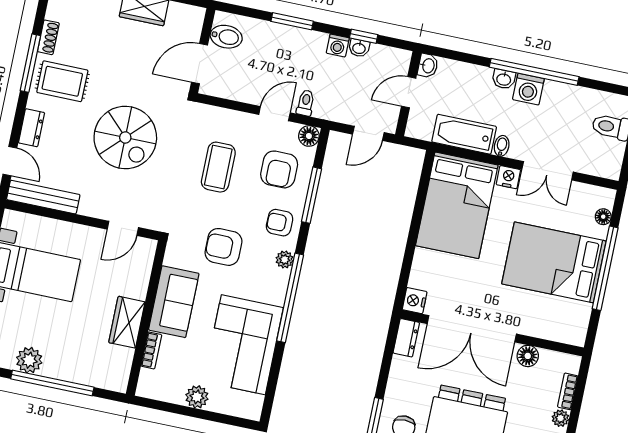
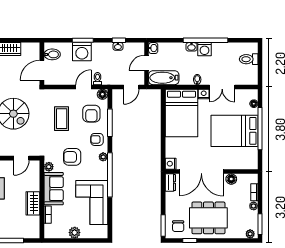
washing machine: (338, 45) -> (82, 52), moved, width x1.89, depth x1.89
bathtub: (464, 134) -> (164, 78), moved
plant: (173, 257) -> (49, 167), added

